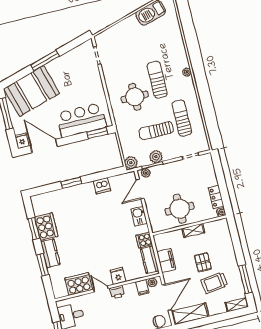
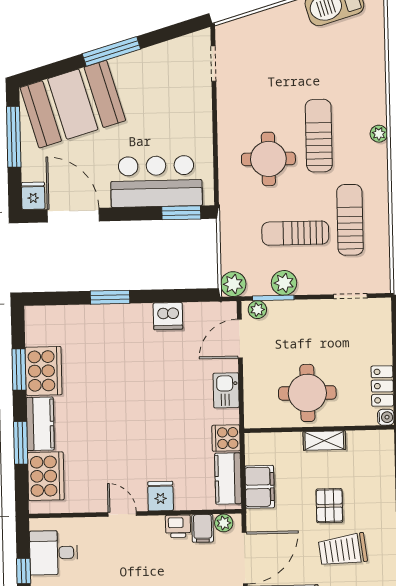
cooker: (79, 284) -> (46, 476), moved, turned 90
printer: (117, 292) -> (178, 526), moved

